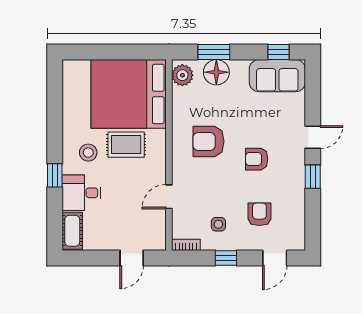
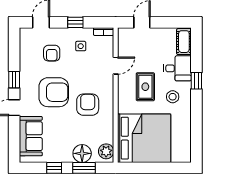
window: (279, 52) -> (54, 168), moved
sofa: (277, 76) -> (31, 136), moved, turned 90
armchair: (208, 141) -> (88, 105), turned -90
rug: (126, 145) -> (145, 87), moved, turned 90
armchair: (257, 159) -> (54, 92), width x1.88, depth x1.88

